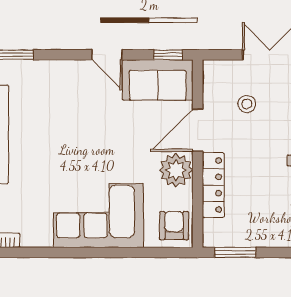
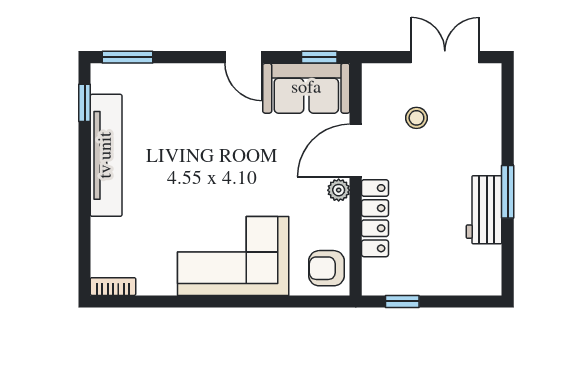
plant: (176, 170) -> (339, 190), width x0.53, depth x0.53
armchair: (174, 226) -> (326, 268), turned -90
window: (235, 252) -> (402, 301), width x0.67

